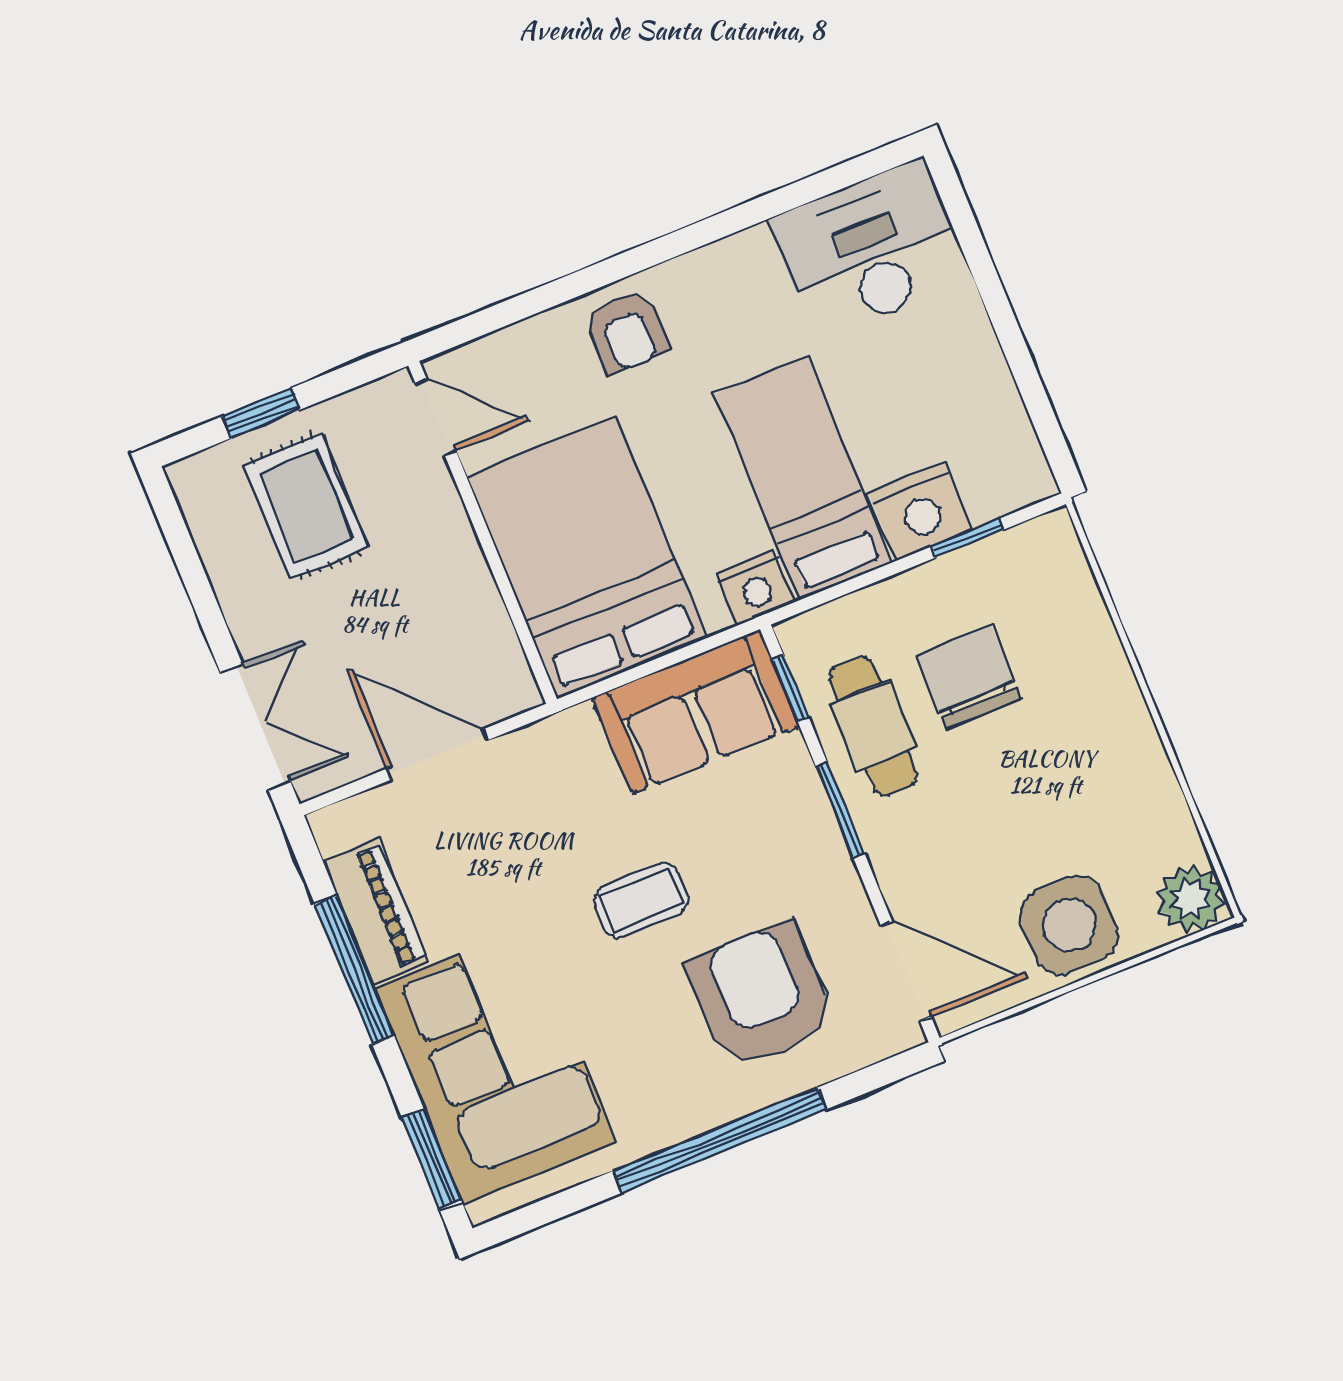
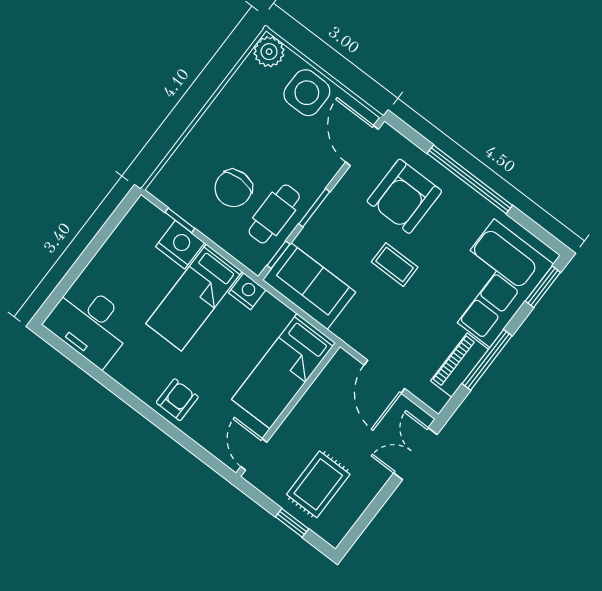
bed: (587, 557) -> (284, 371), width x0.67

